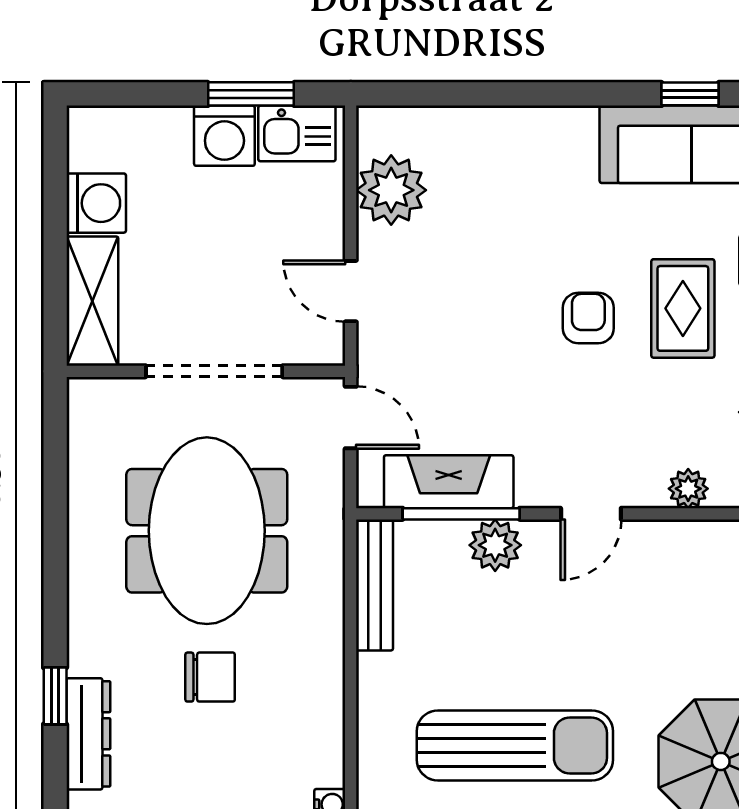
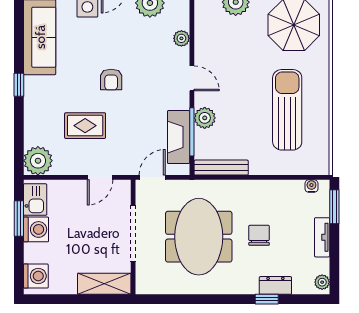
window: (690, 94) -> (19, 85), moved
plant: (391, 190) -> (38, 161), moved
washing machine: (96, 203) -> (36, 276), moved, turned 90
rug: (683, 308) -> (85, 126), moved
armchair: (588, 318) -> (111, 80), turned -90
meeting table: (207, 531) -> (199, 237), turned 90
dresser: (88, 734) -> (275, 285), width x0.70

